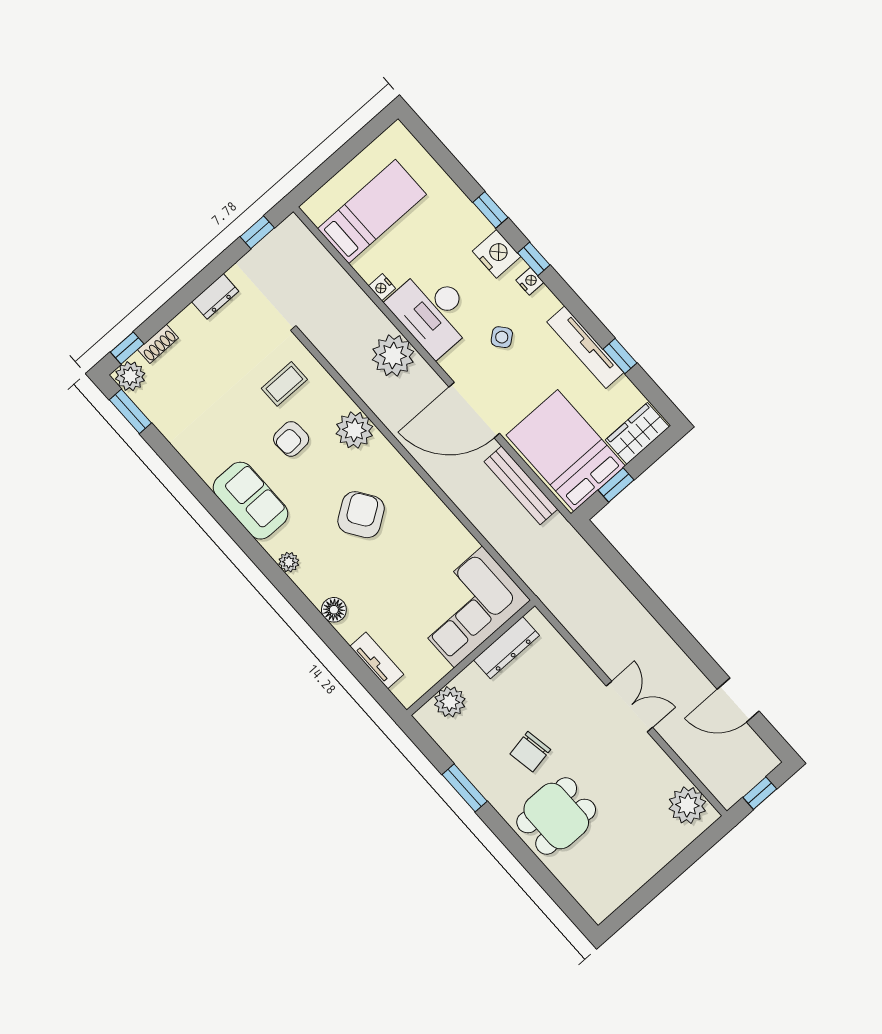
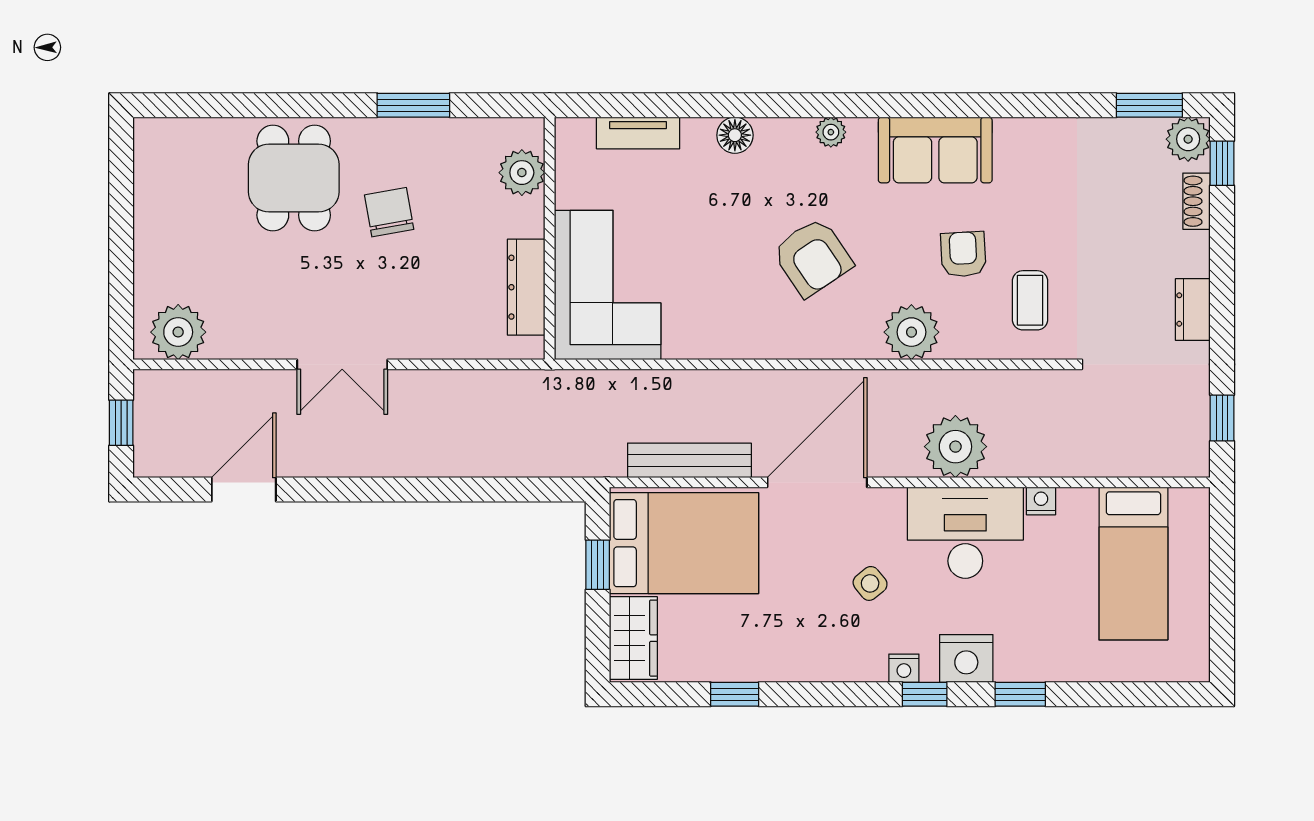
tv unit: (585, 347) -> (778, 665), removed

